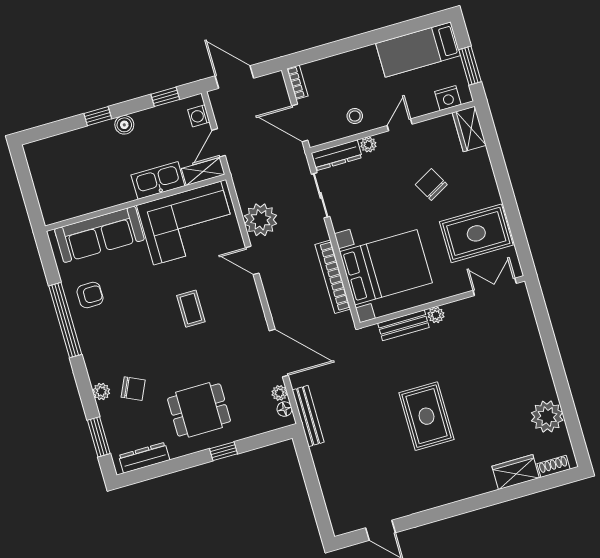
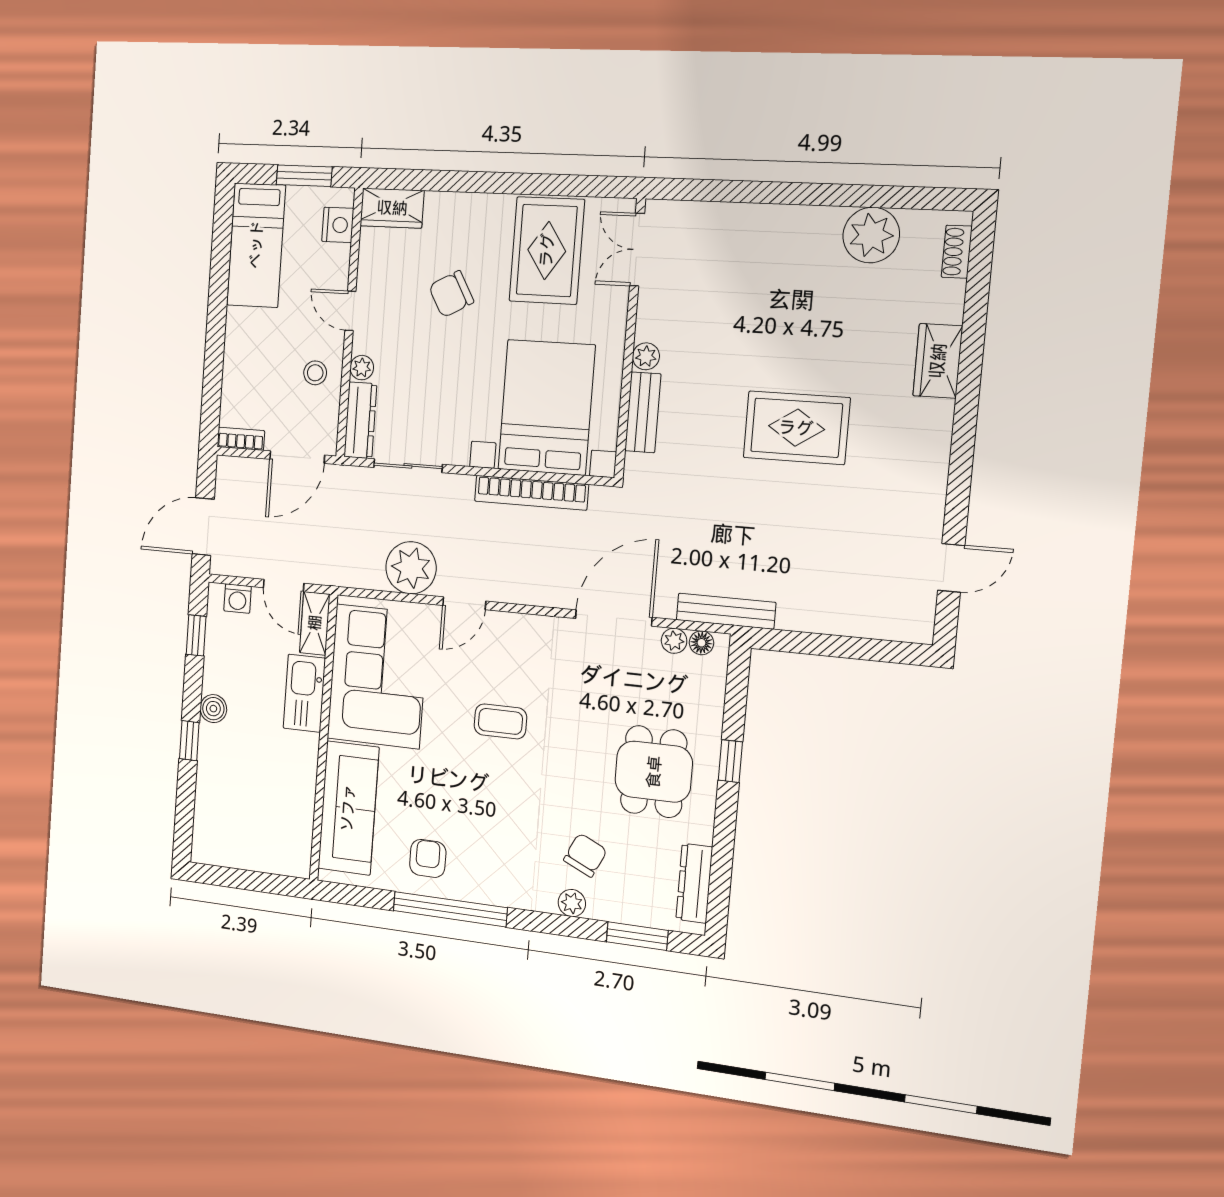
wardrobe: (516, 472) -> (938, 361), moved

